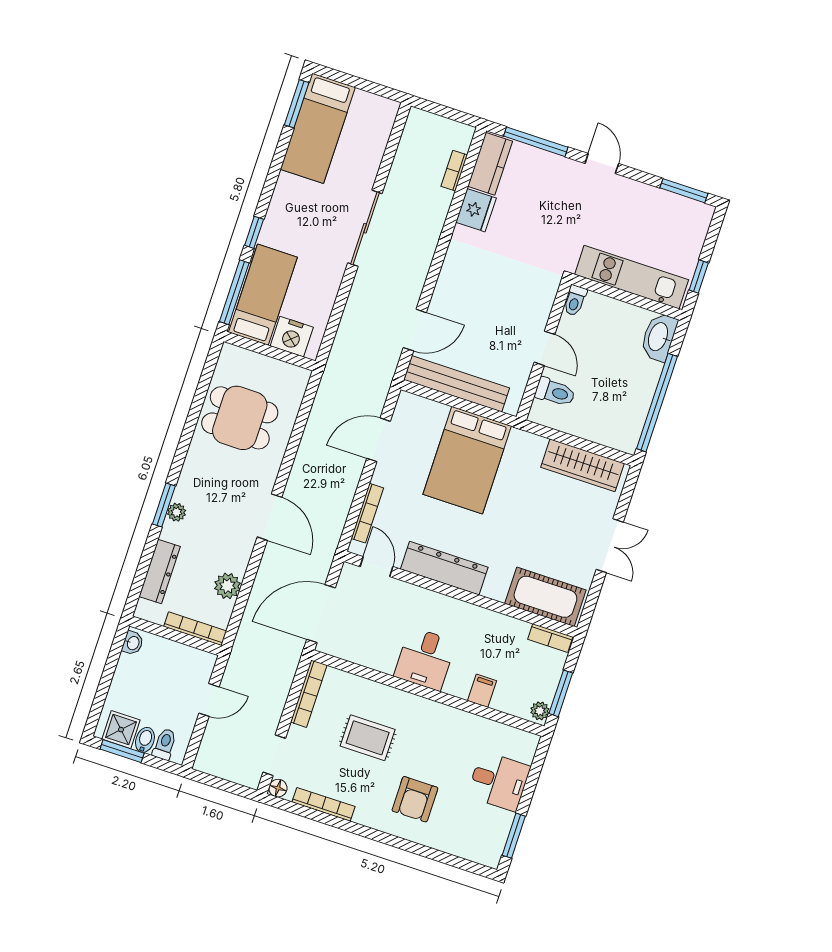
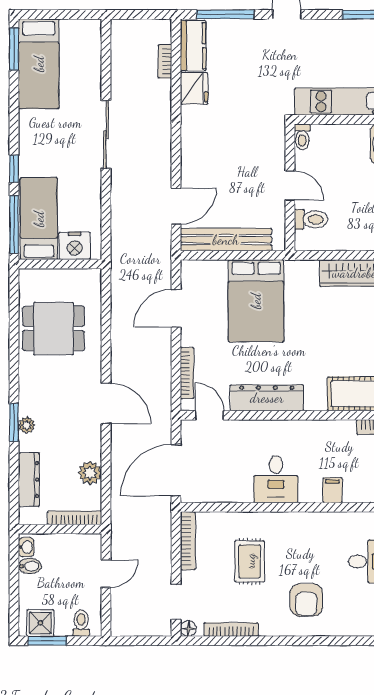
rug: (368, 738) -> (250, 561), turned 90
bidet: (145, 740) -> (30, 566), moved, turned 90

